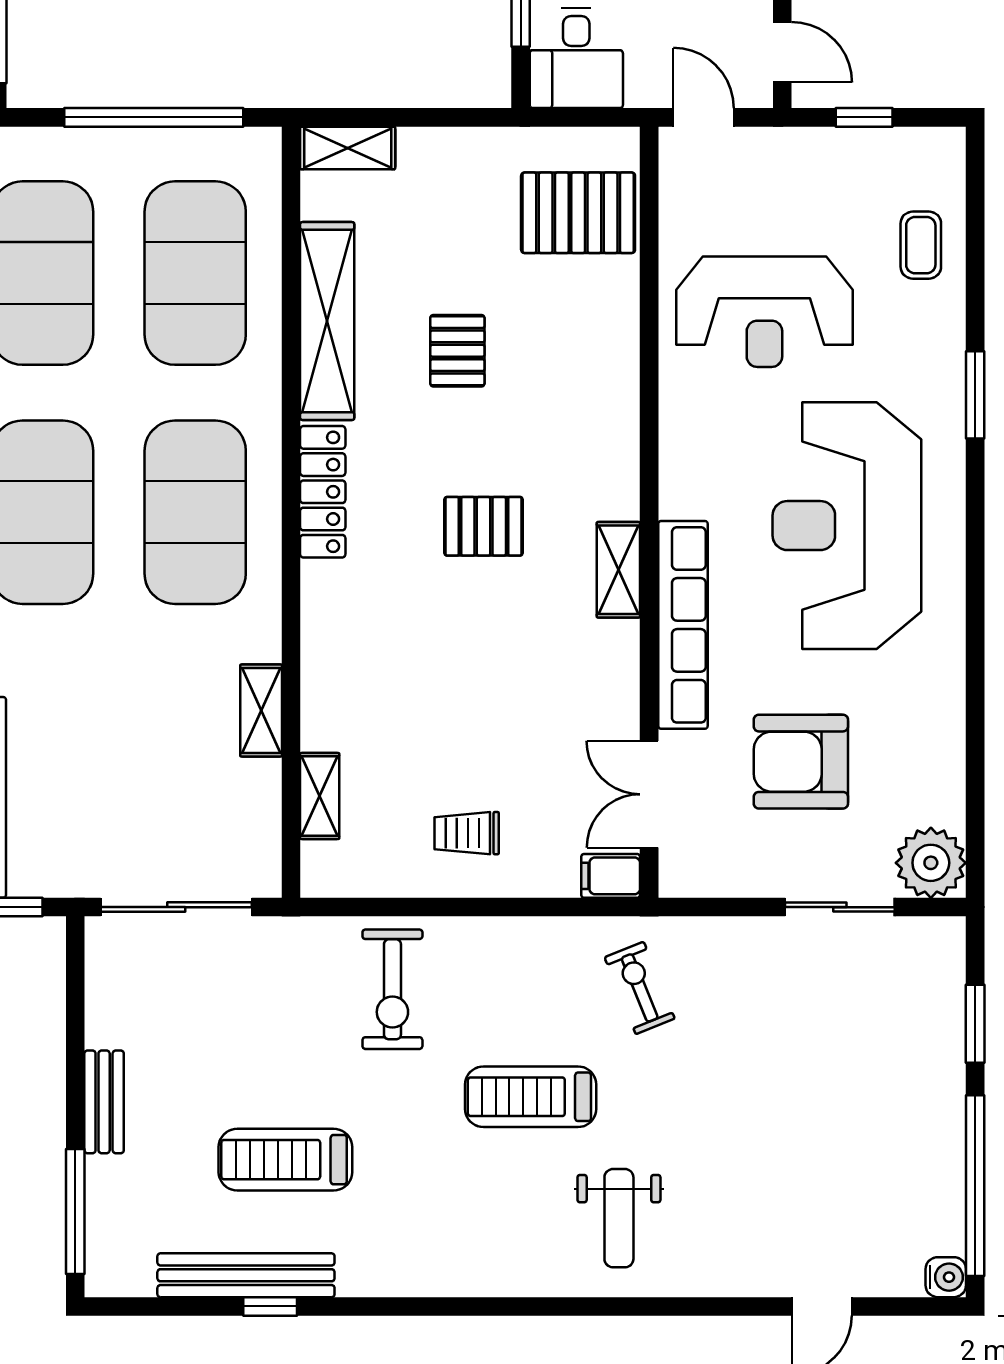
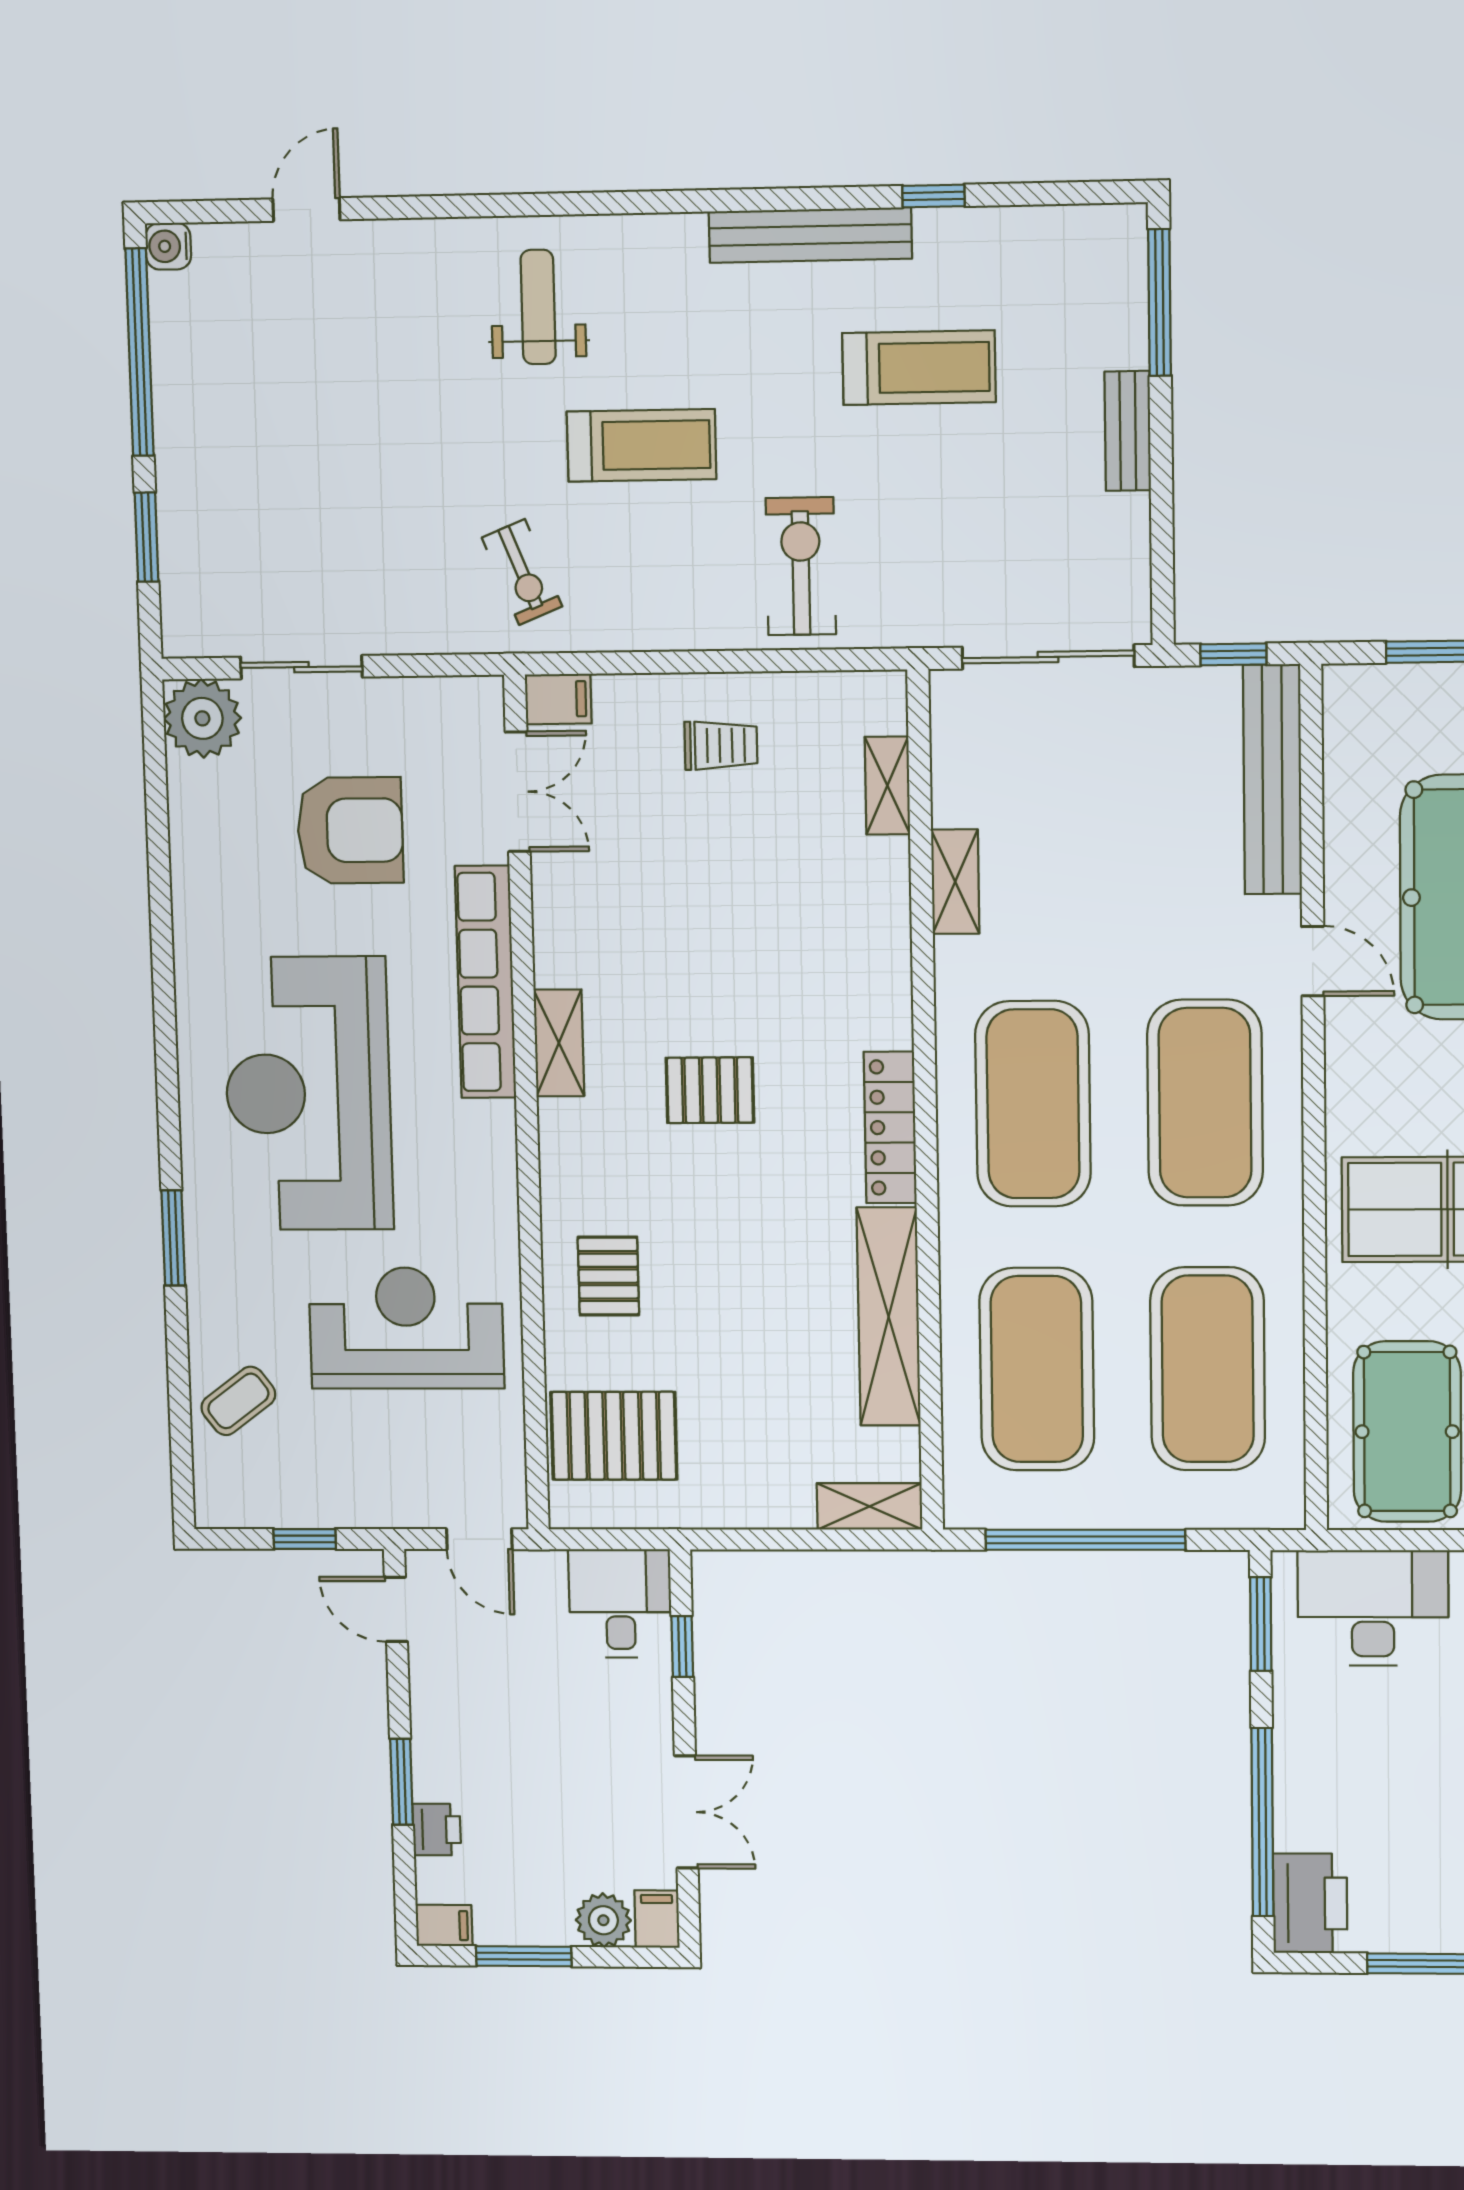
coffee table: (921, 245) -> (238, 1401), turned 53
pallet: (457, 351) -> (608, 1276), moved
reception desk: (847, 526) -> (308, 1094), turned 180
bench: (246, 1275) -> (810, 235), moved

